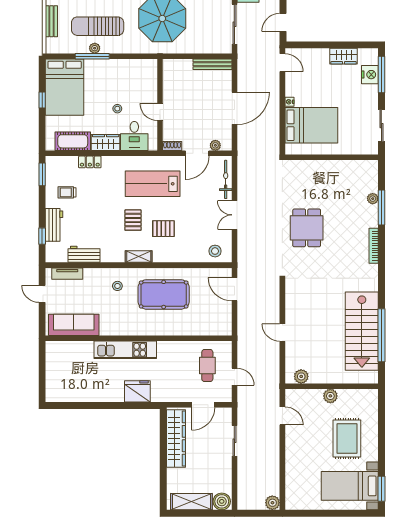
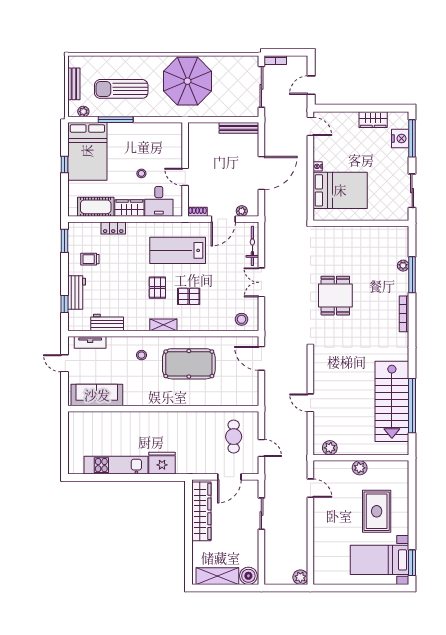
plant: (95, 48) -> (83, 112), moved
kitchen unit: (125, 350) -> (116, 465), moved, turned 180

